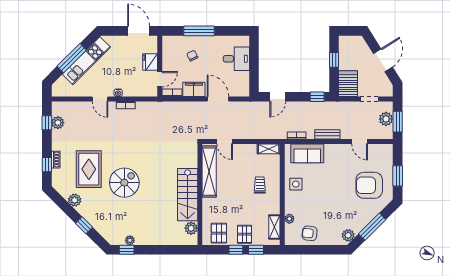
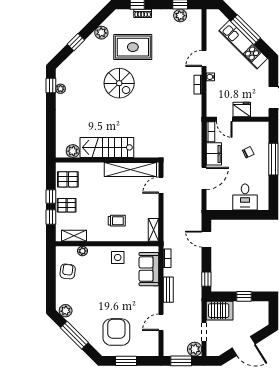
plant: (386, 119) -> (195, 349), moved

